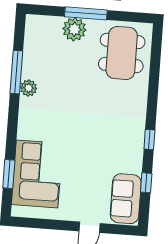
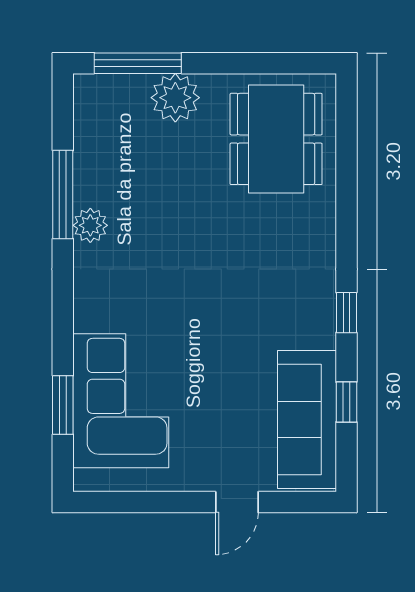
window: (86, 13) -> (138, 63), moved
sofa: (126, 199) -> (307, 420), width x1.36

